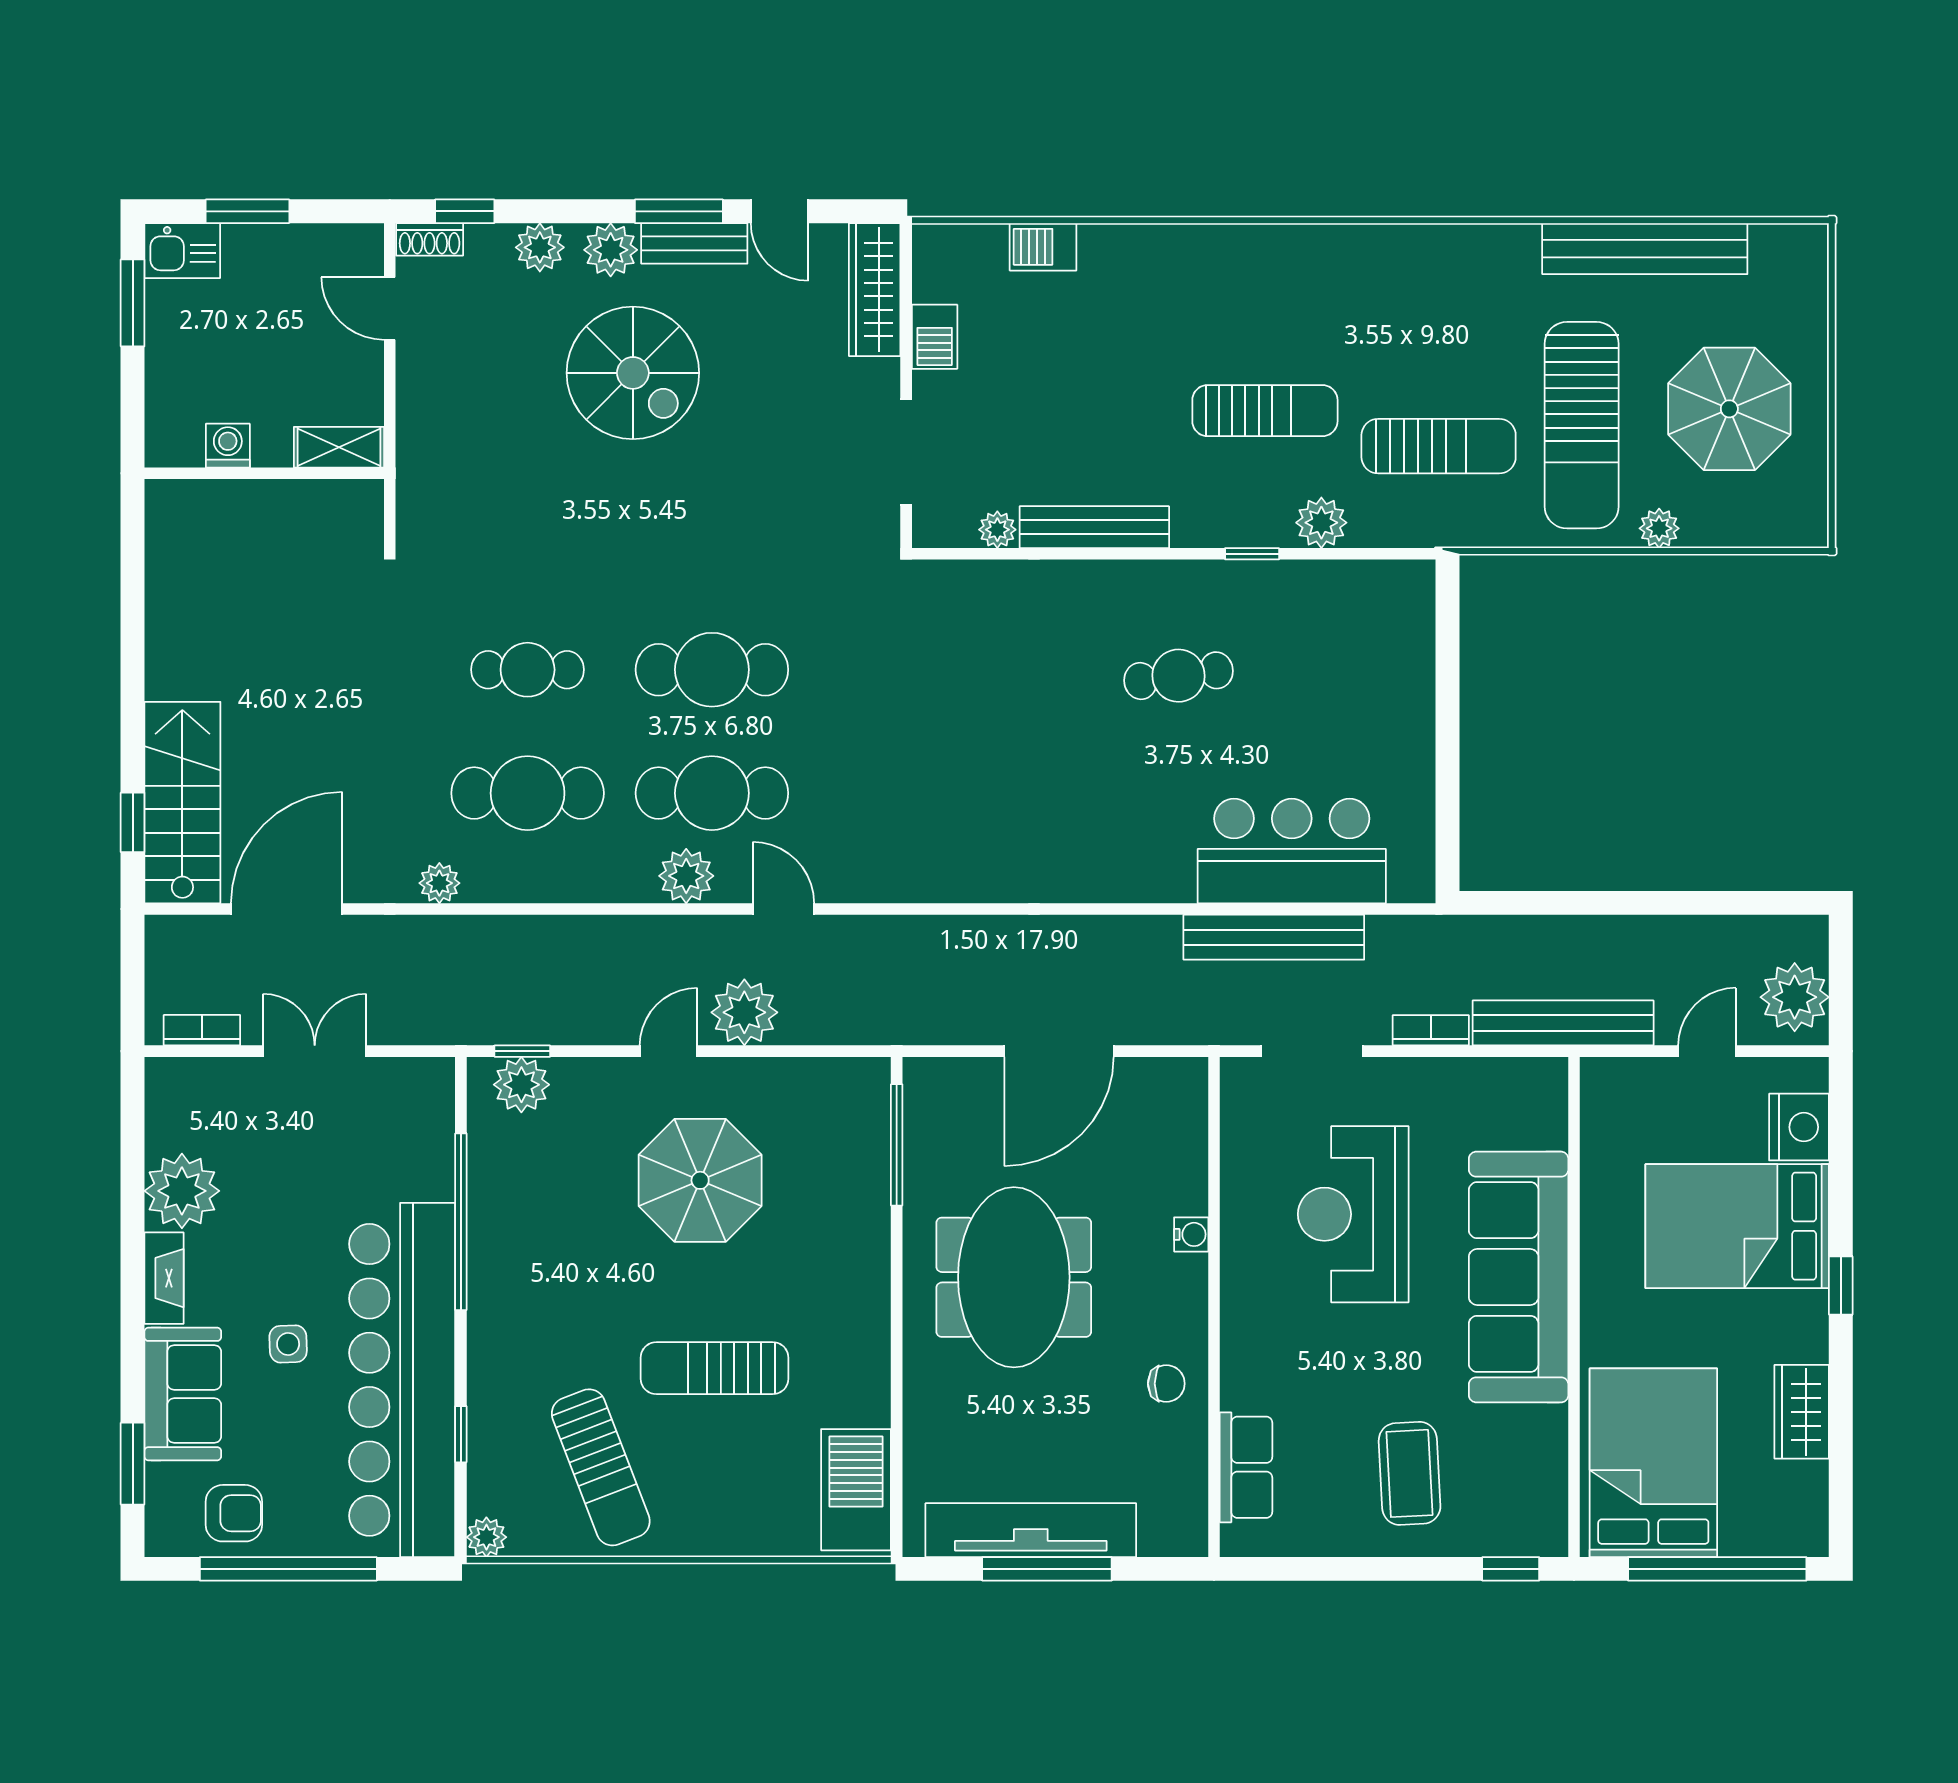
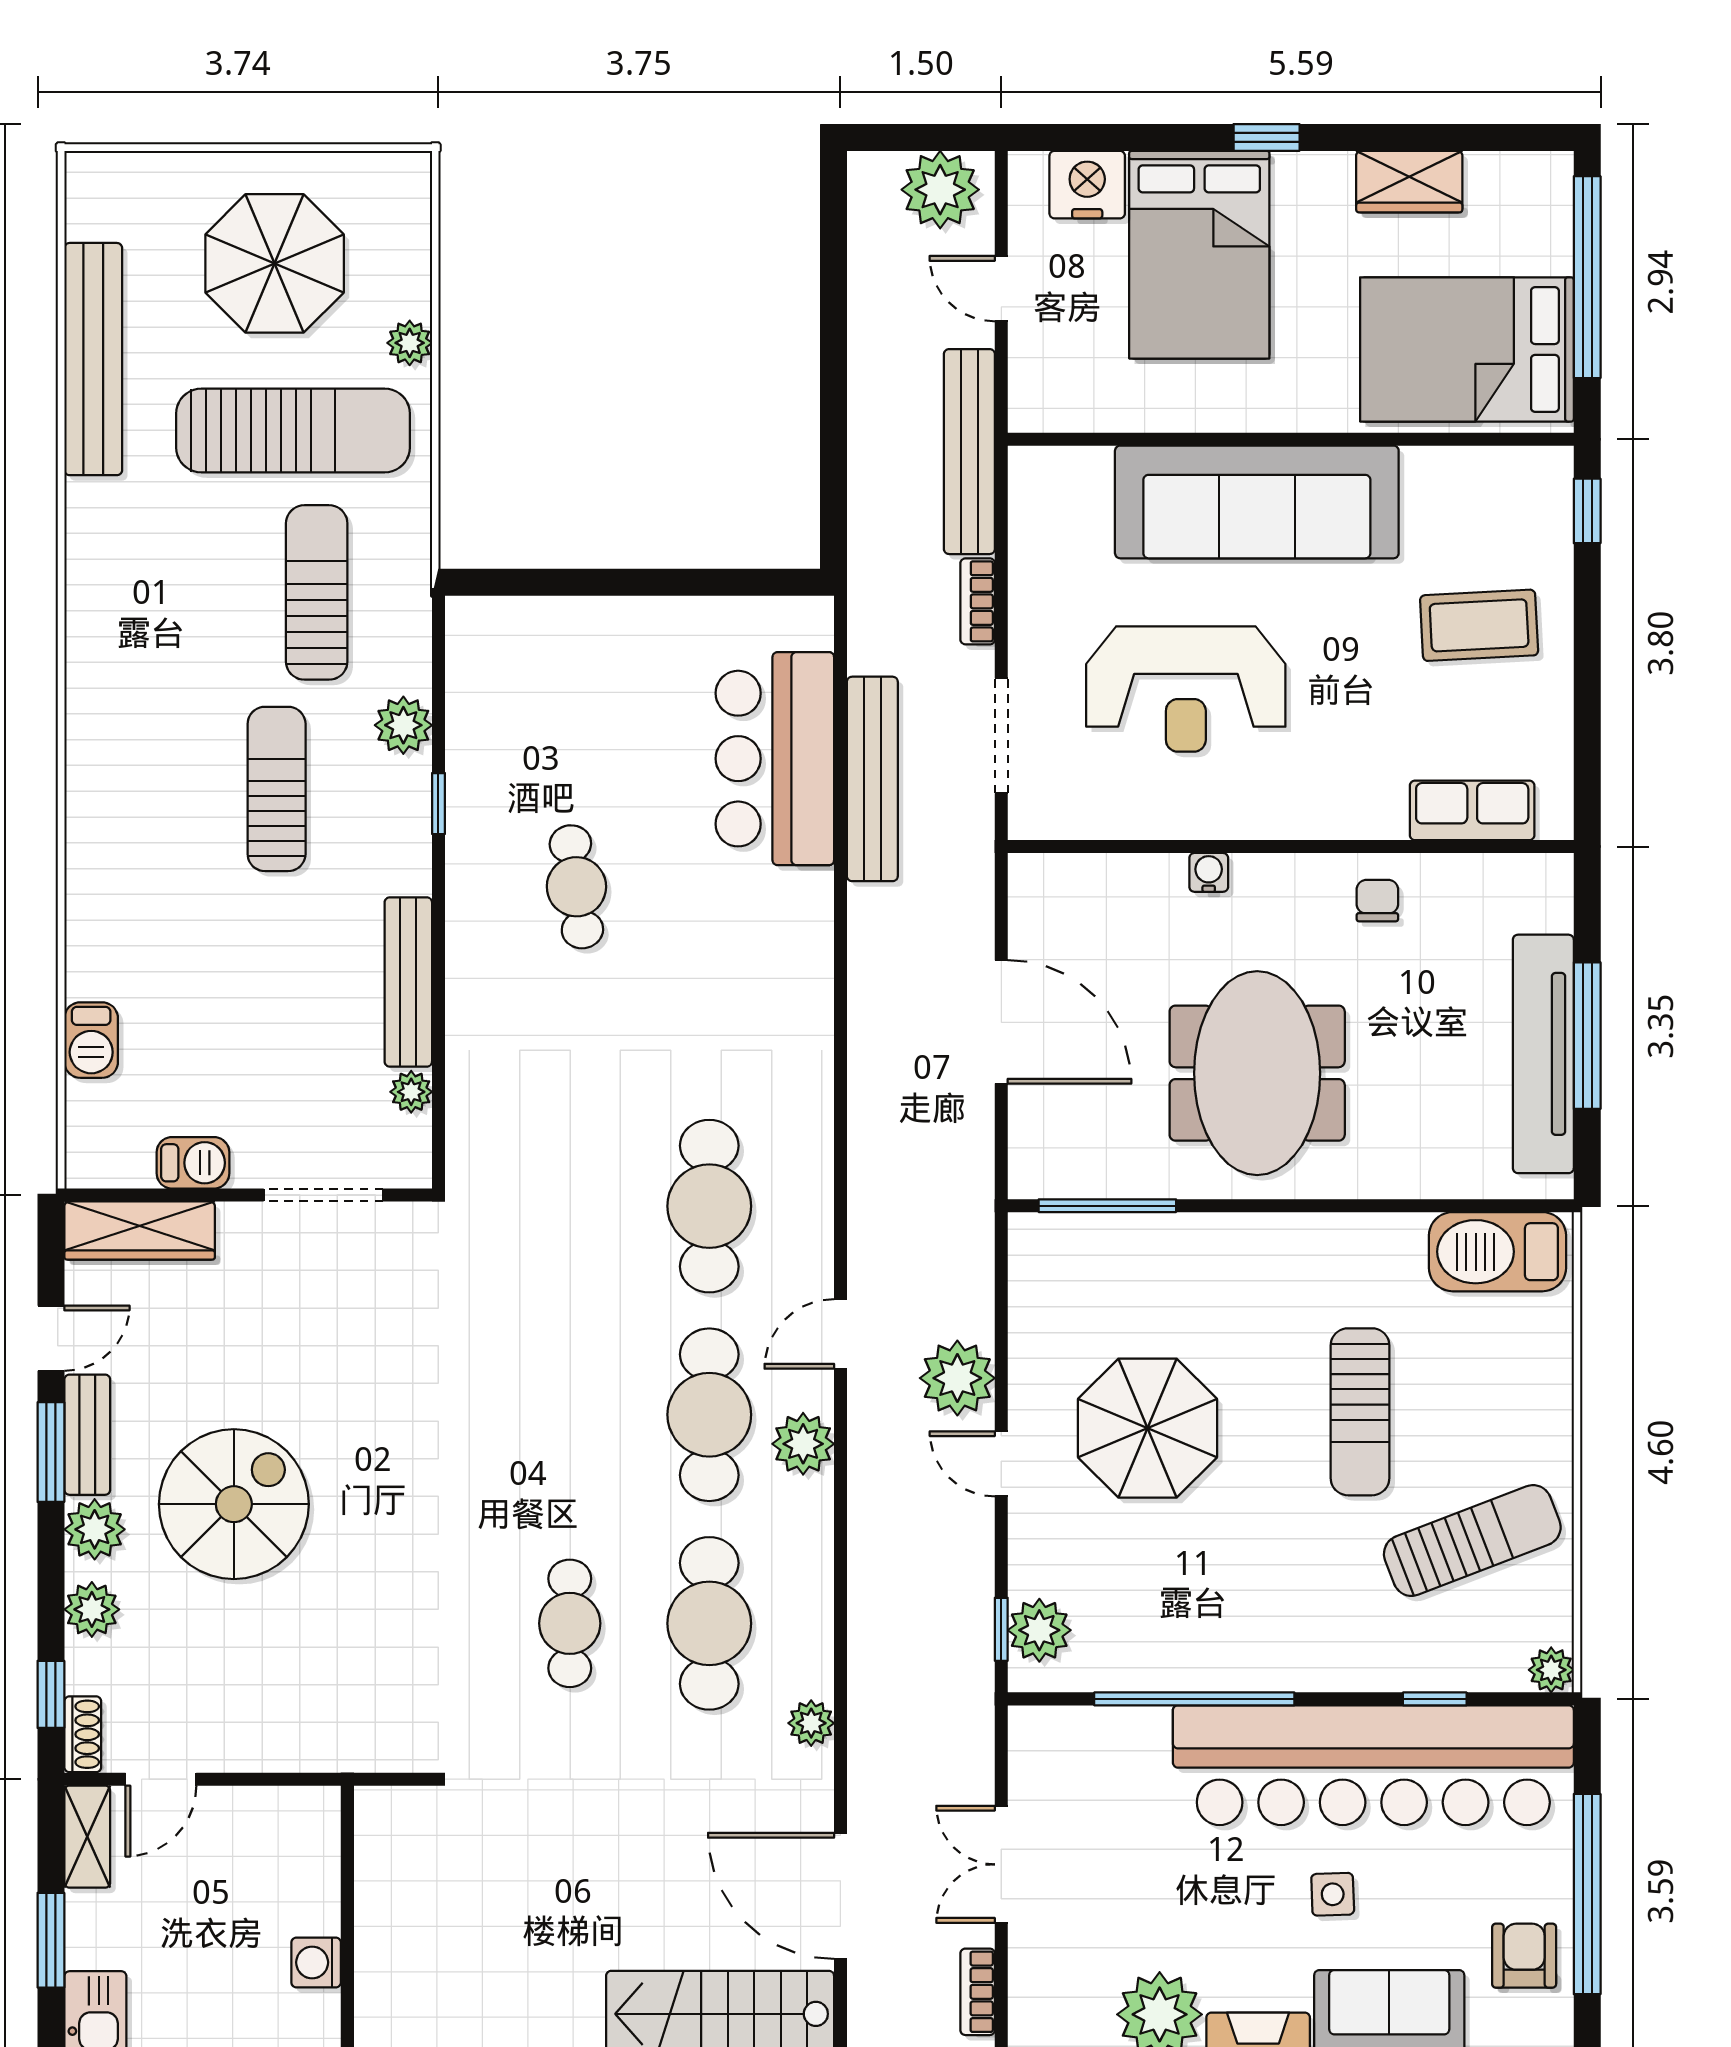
shelving: (339, 447) -> (87, 1837), moved
cafe table: (712, 670) -> (709, 1206), moved
meeting table: (1014, 1277) -> (1257, 1073), turned 90

